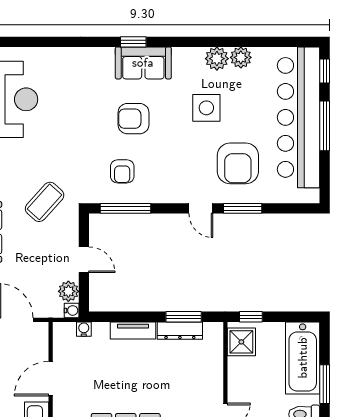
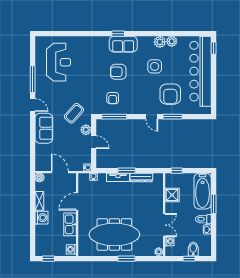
window: (325, 126) -> (214, 75), removed
plant: (68, 291) -> (86, 130), moved
window: (184, 317) -> (127, 171), moved
shower: (241, 342) -> (172, 195), moved

